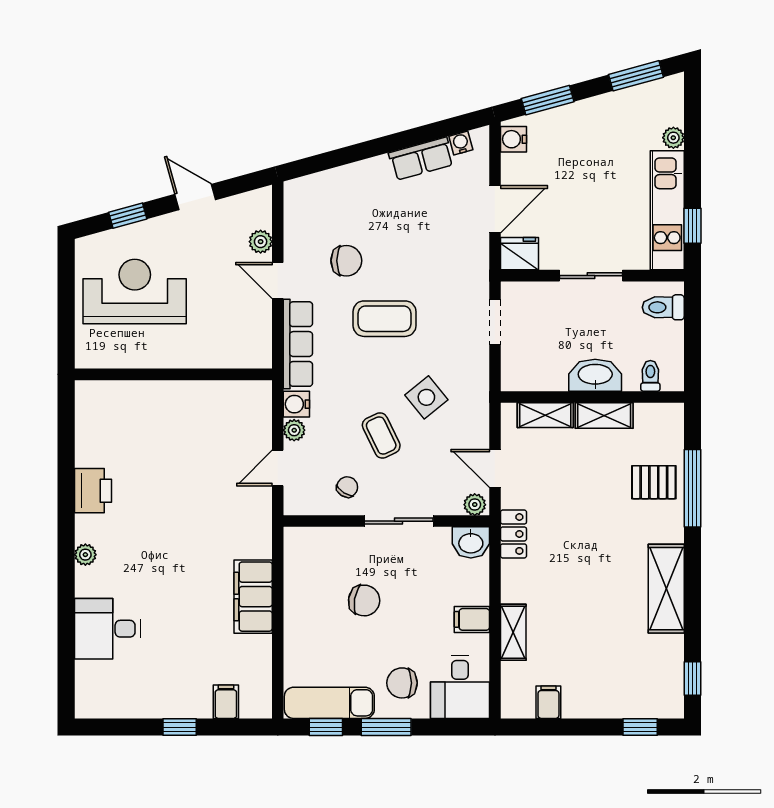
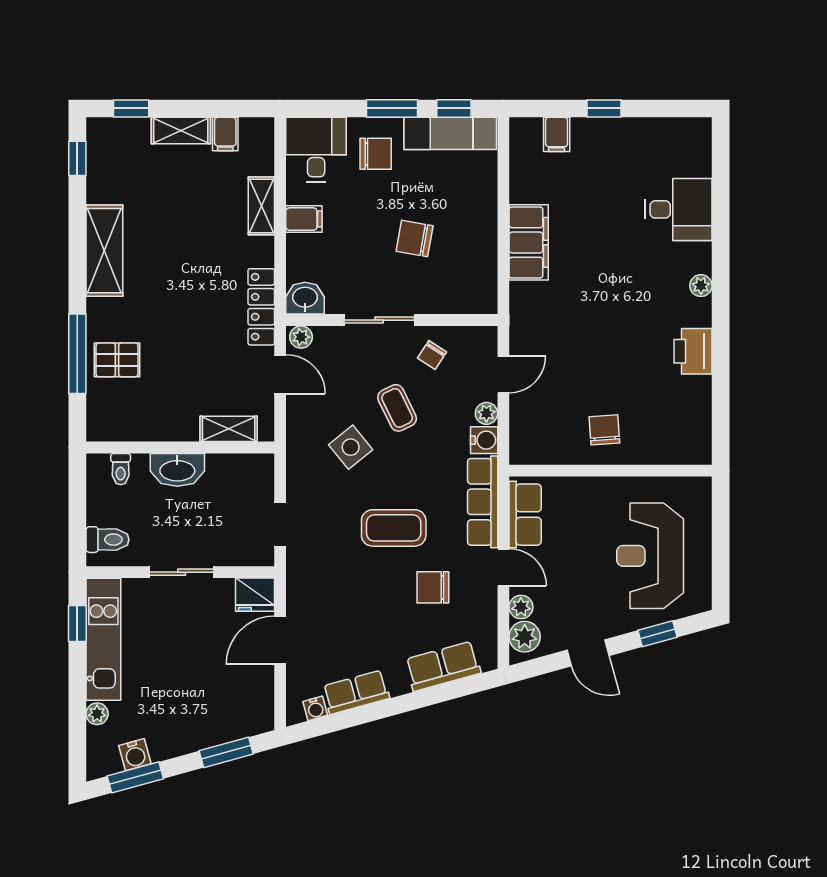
water cooler: (514, 139) -> (135, 755), moved, turned 75
row of seats: (337, 184) -> (443, 666), added
plant: (257, 213) -> (525, 637), added
reception desk: (135, 291) -> (650, 556), turned 90
row of seats: (257, 332) -> (525, 515), added
chair: (179, 414) -> (604, 430), added
shelving: (604, 416) -> (181, 130), moved
locker: (513, 534) -> (261, 307), width x1.53

